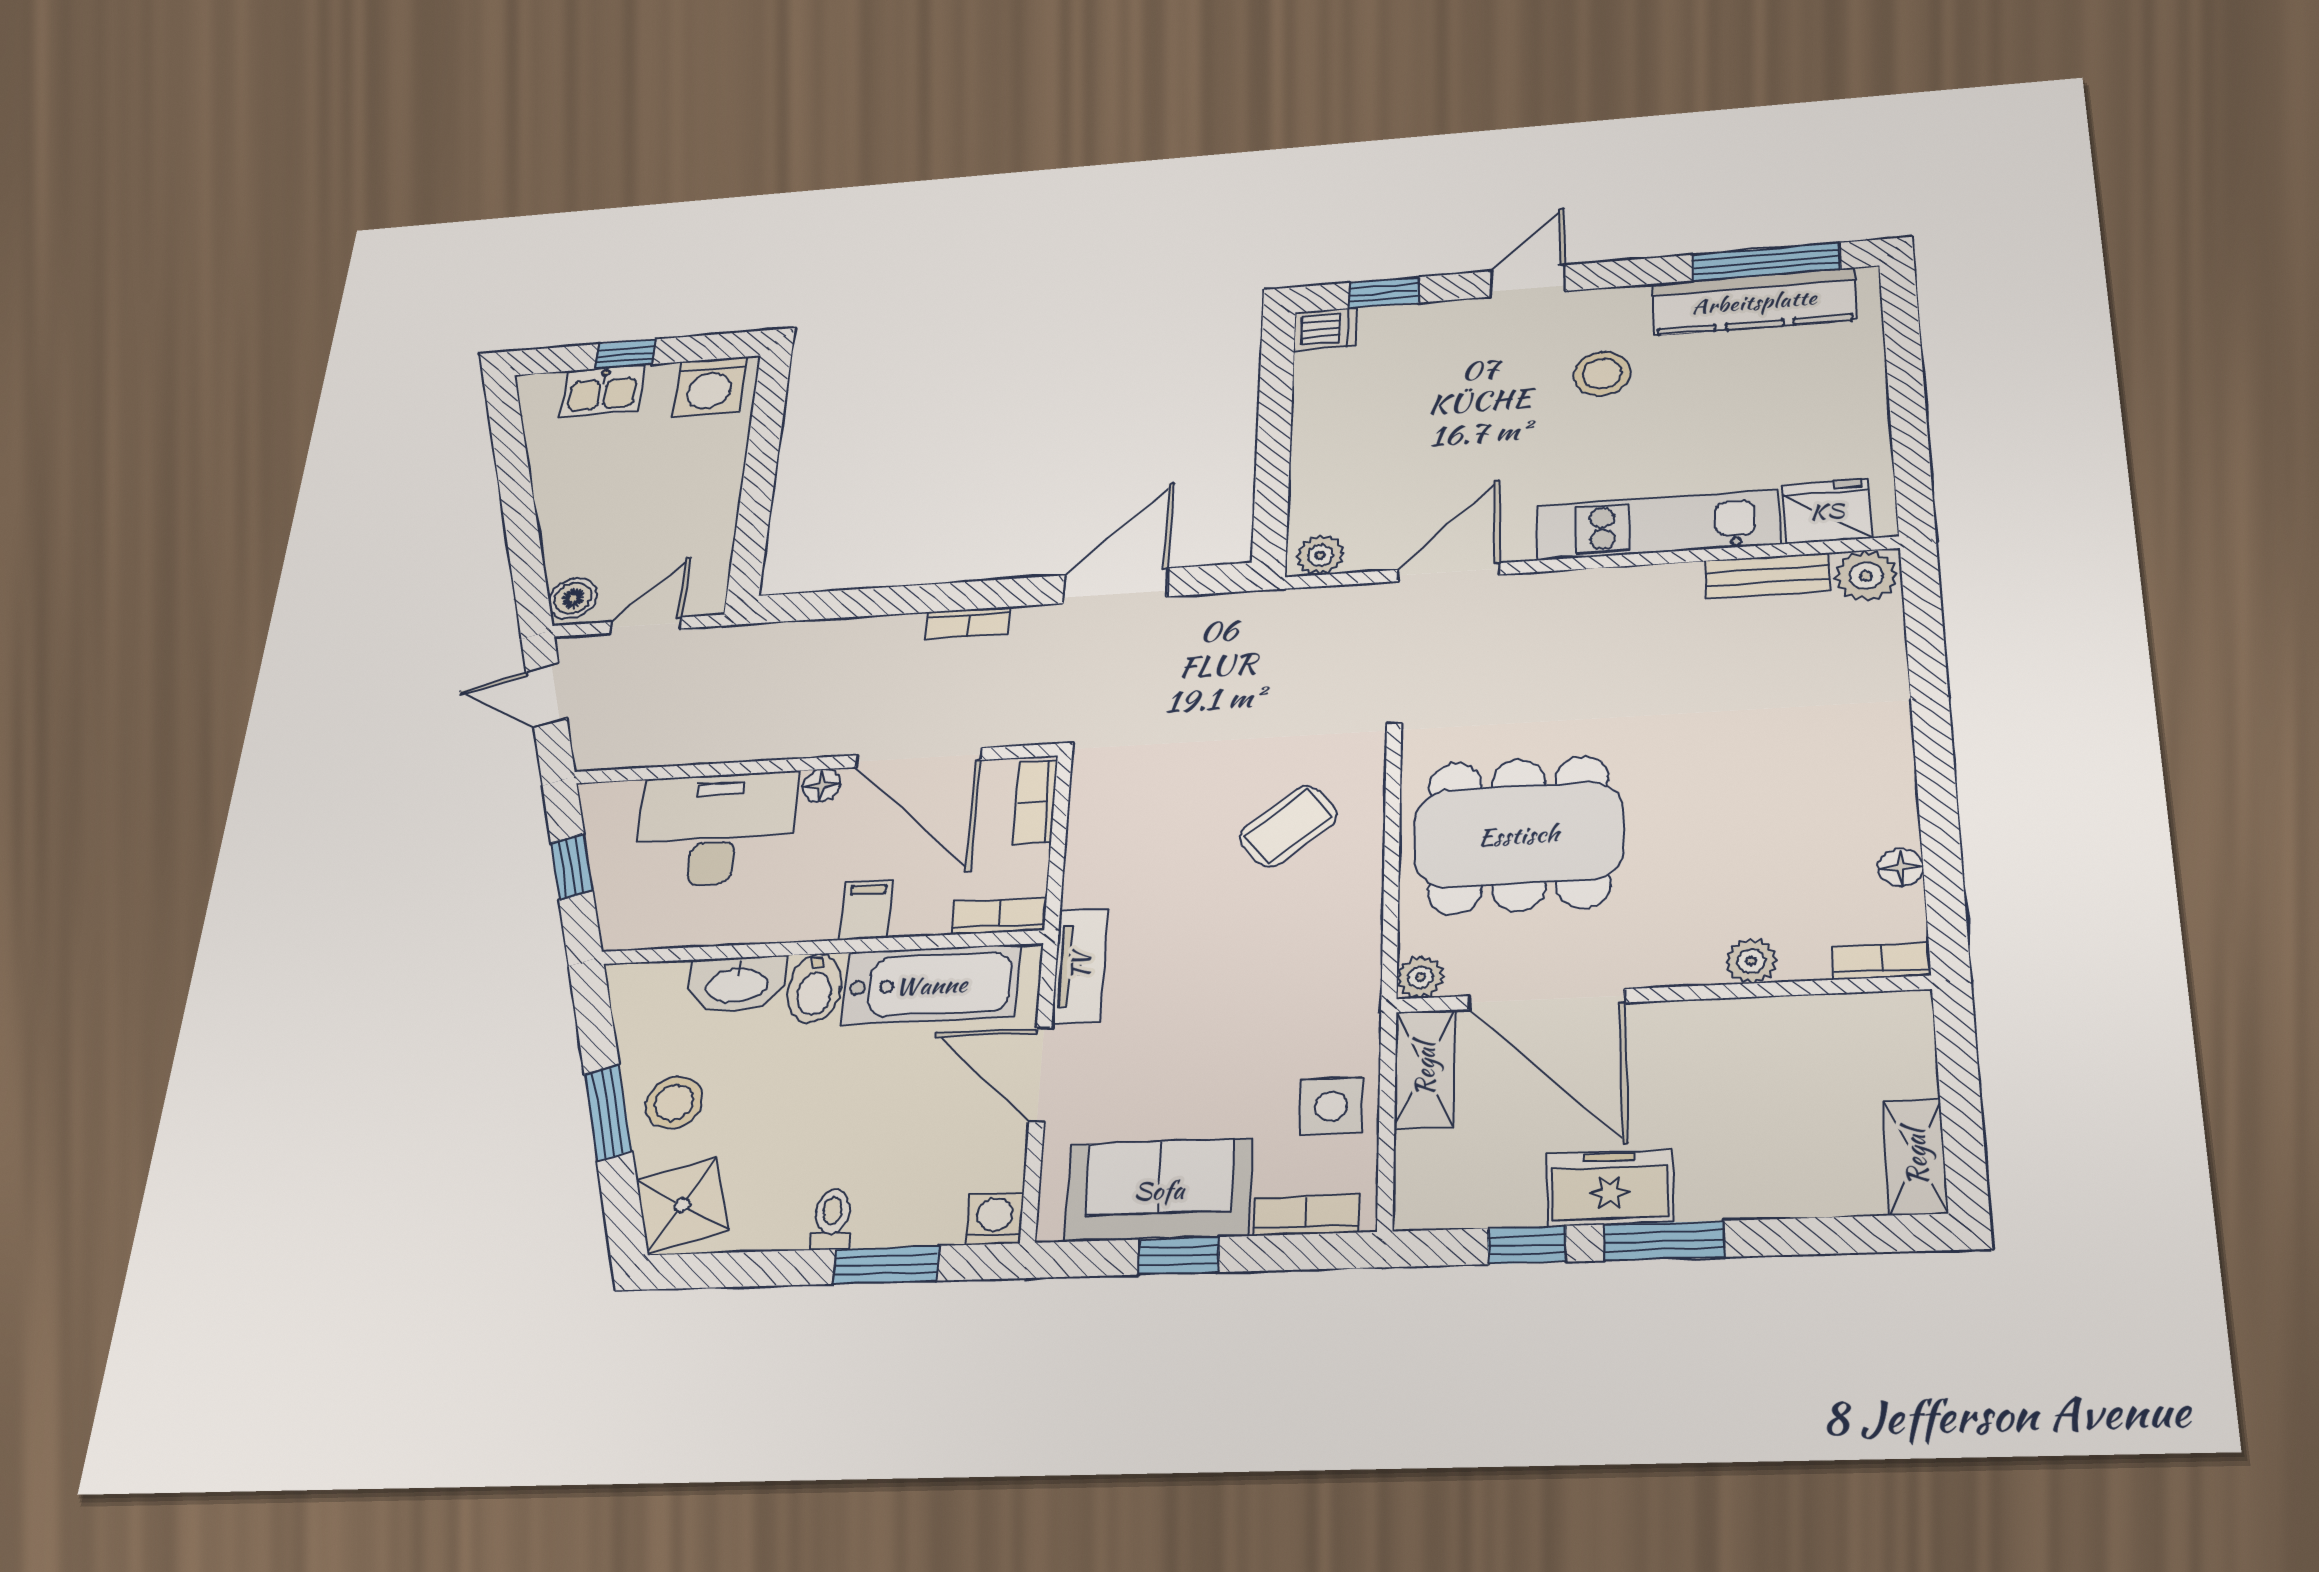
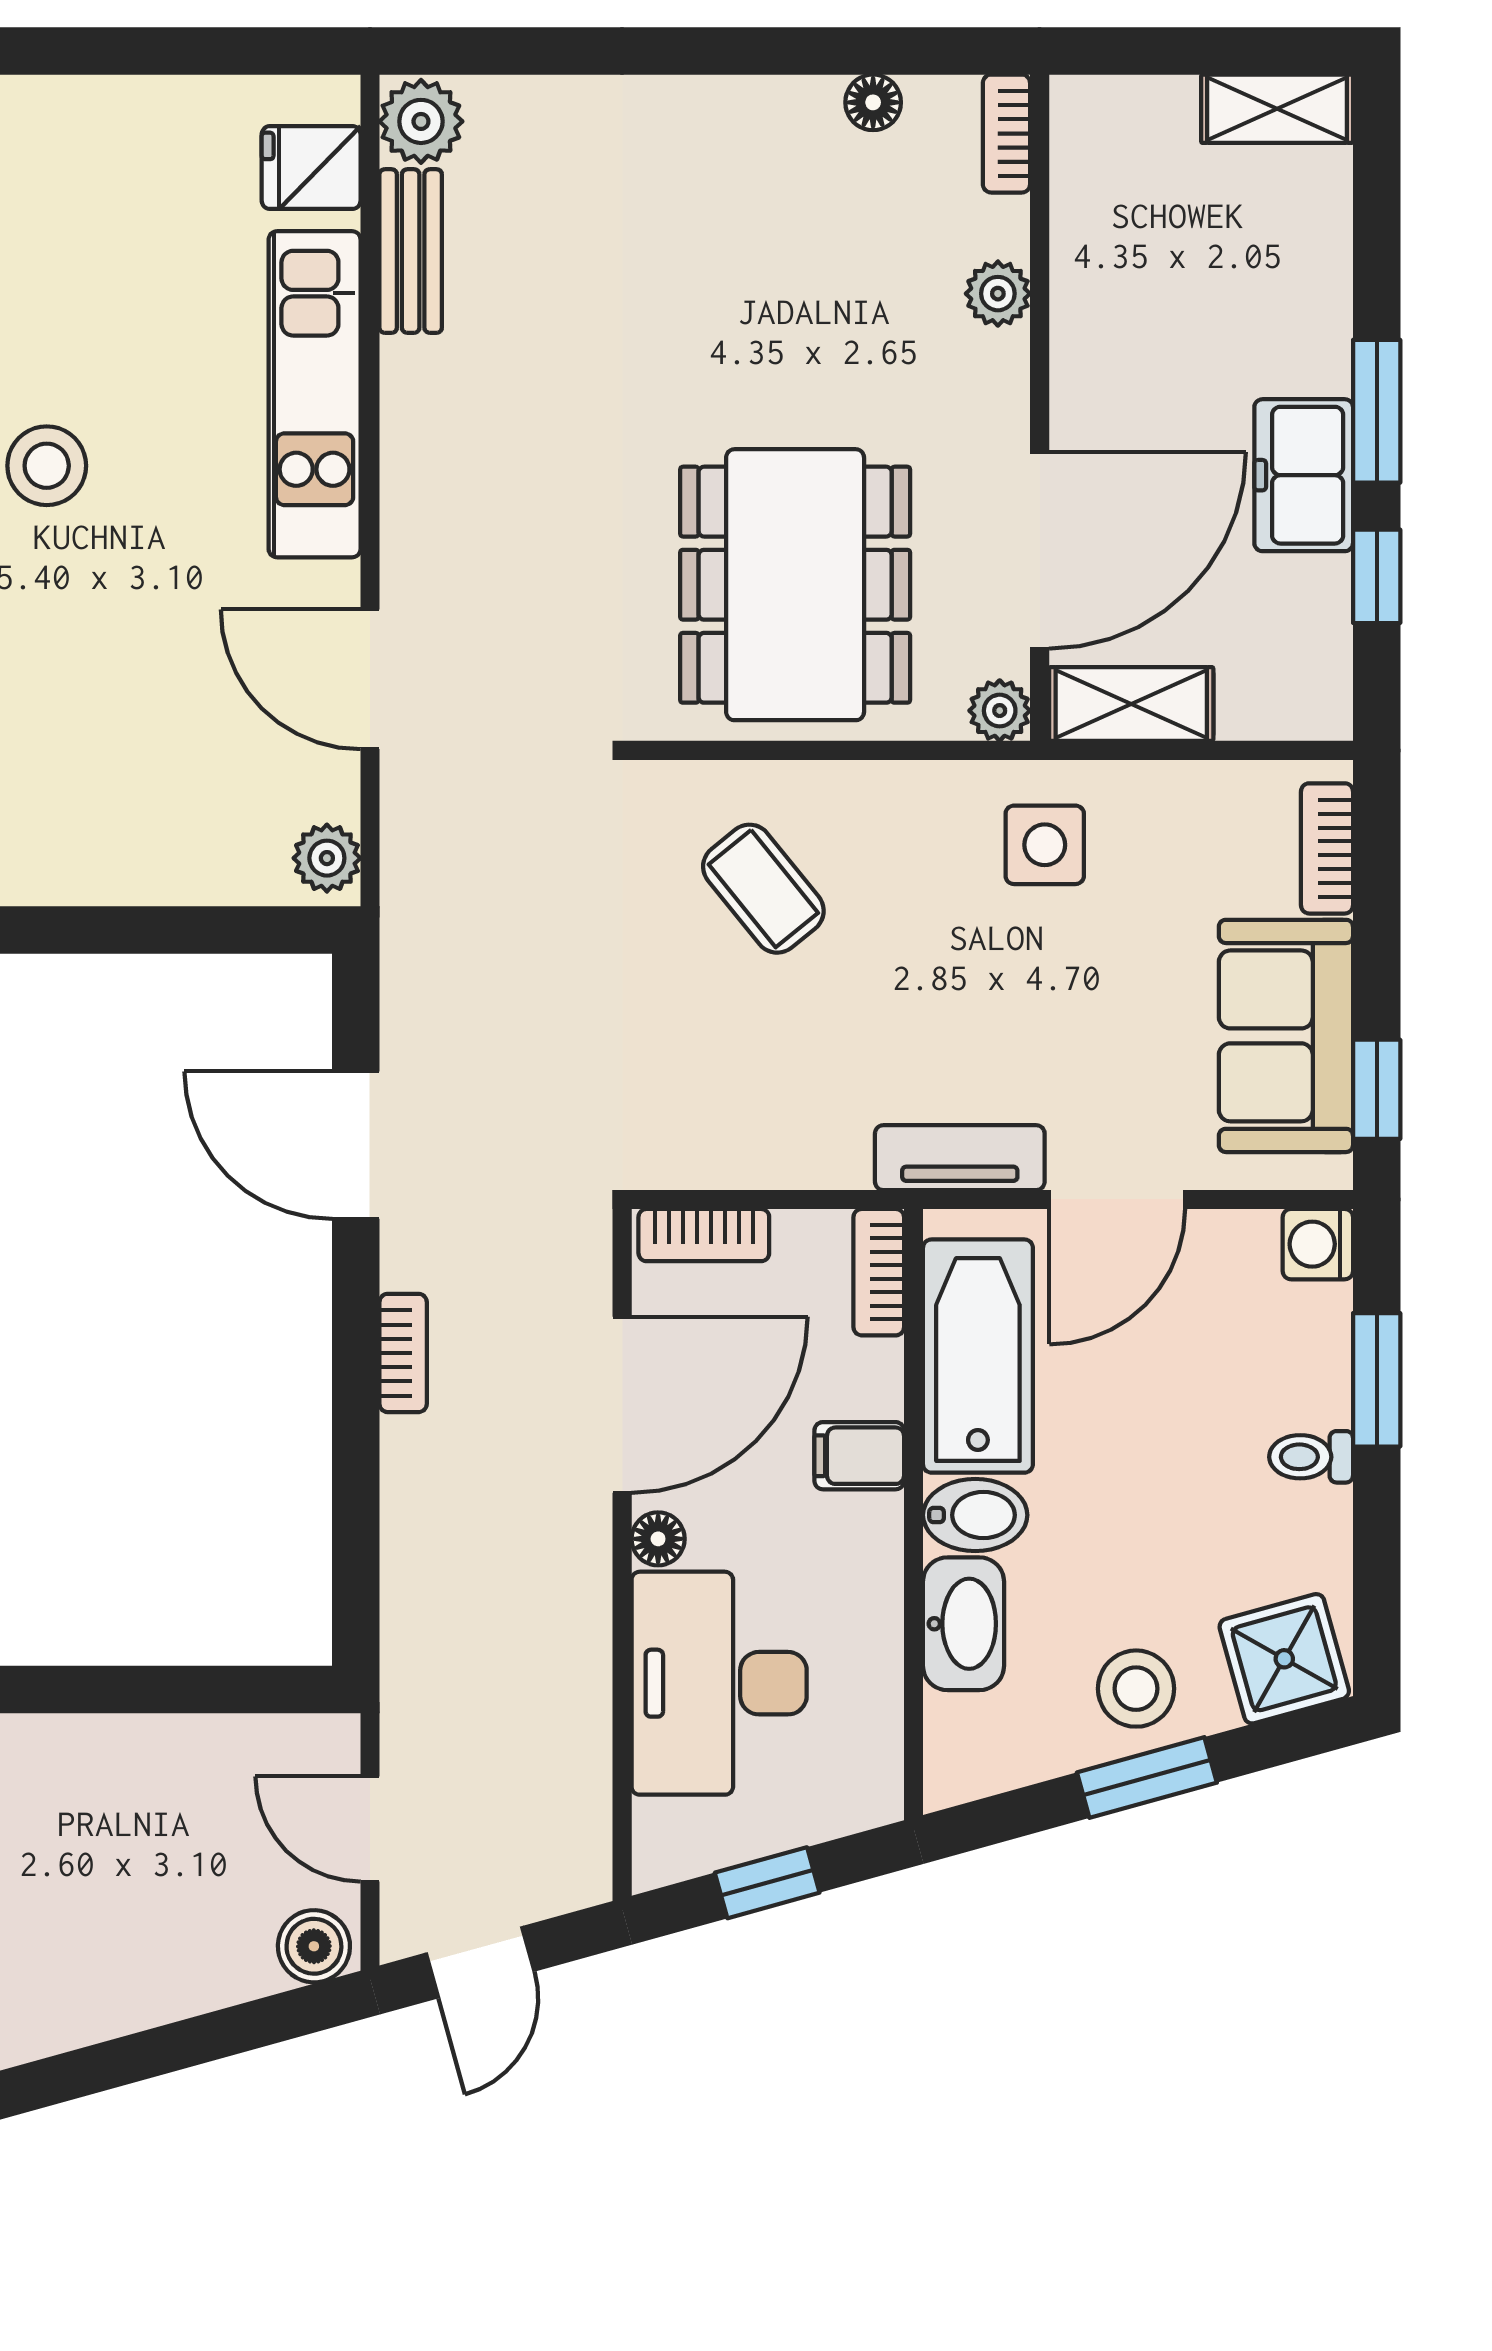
fridge: (1827, 511) -> (311, 168), width x0.72
side table: (1331, 1106) -> (1045, 845), moved
window: (1179, 1256) -> (1377, 1089), moved

